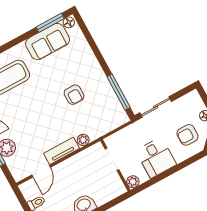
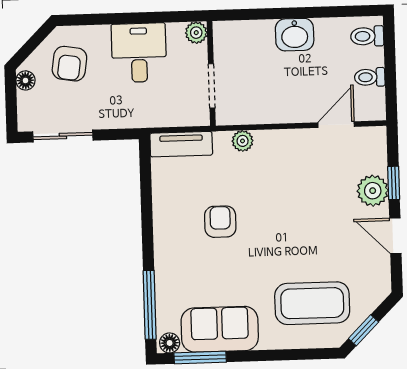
window: (119, 92) -> (150, 305), moved
sliding door: (156, 107) -> (63, 136), moved
armchair: (187, 135) -> (69, 64), turned 99
tv unit: (62, 151) -> (181, 144), moved

